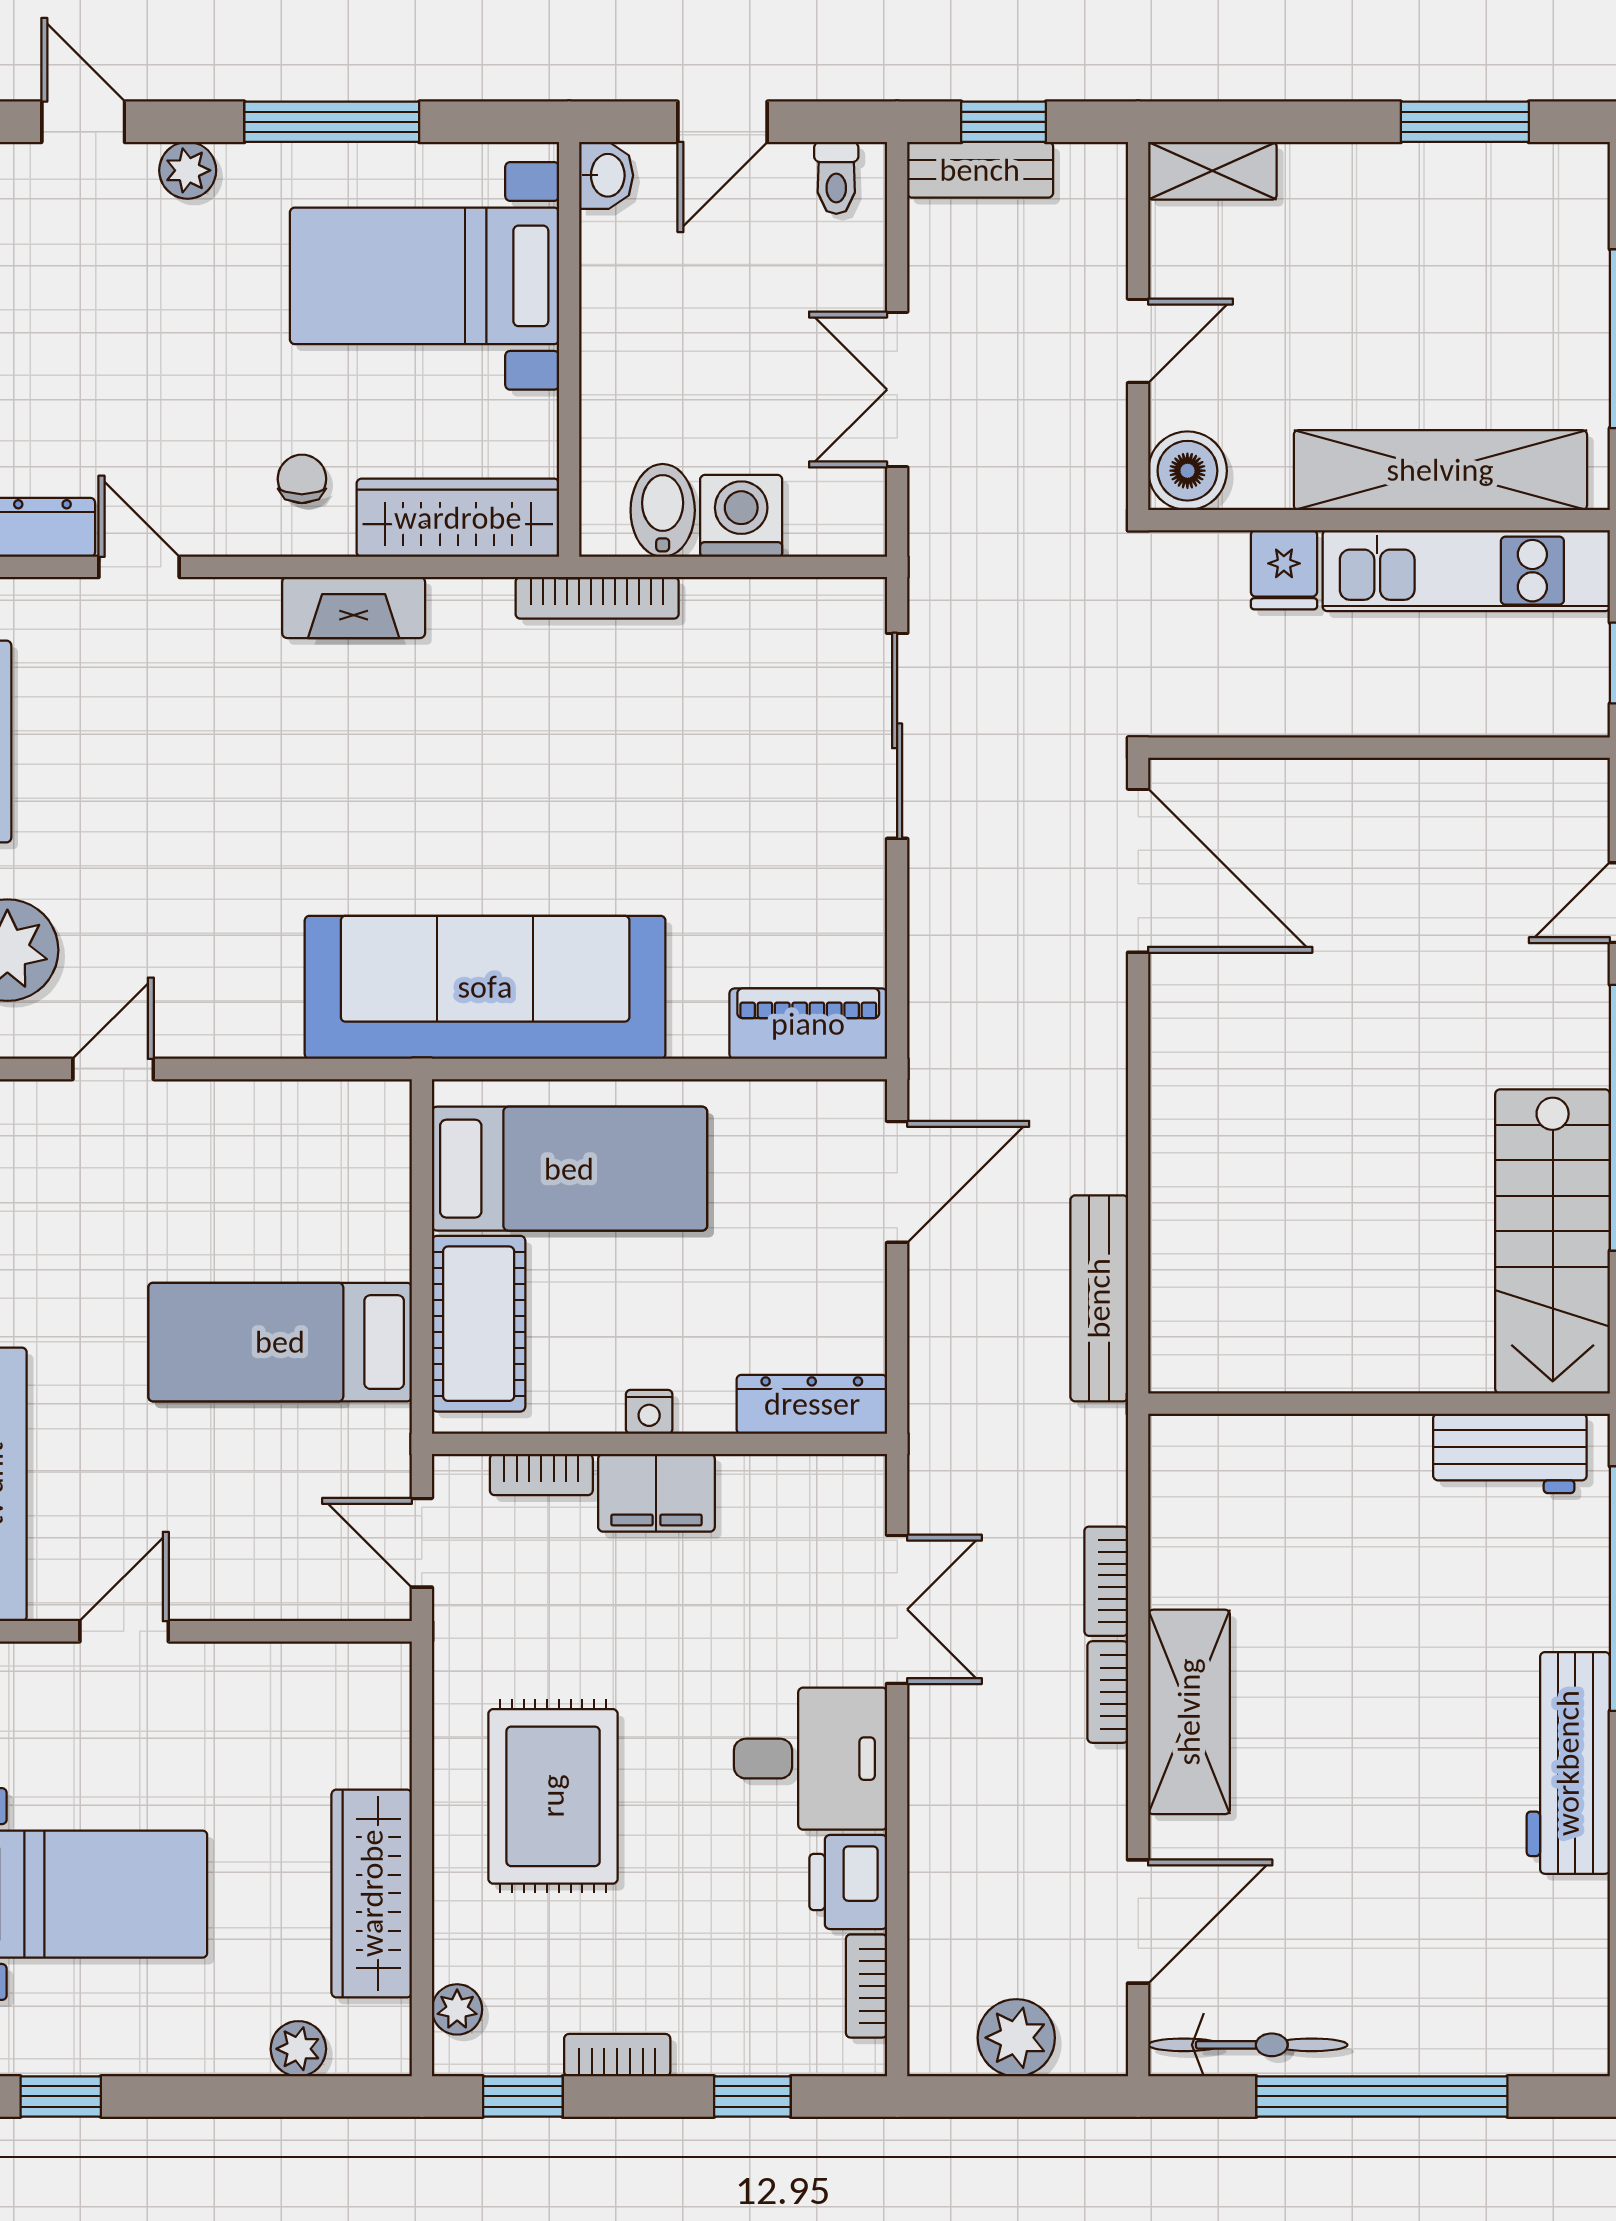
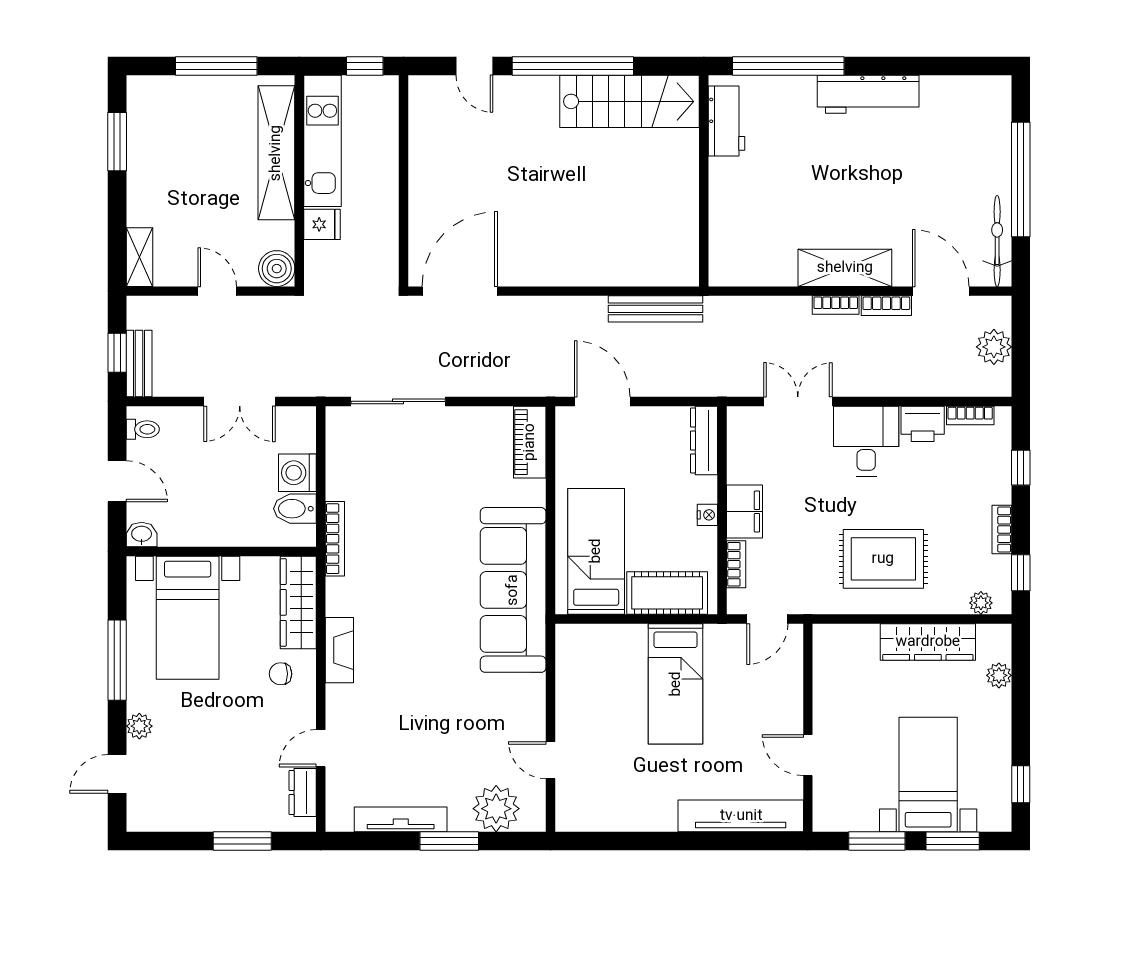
bookcase: (1106, 1581) -> (886, 306), moved

